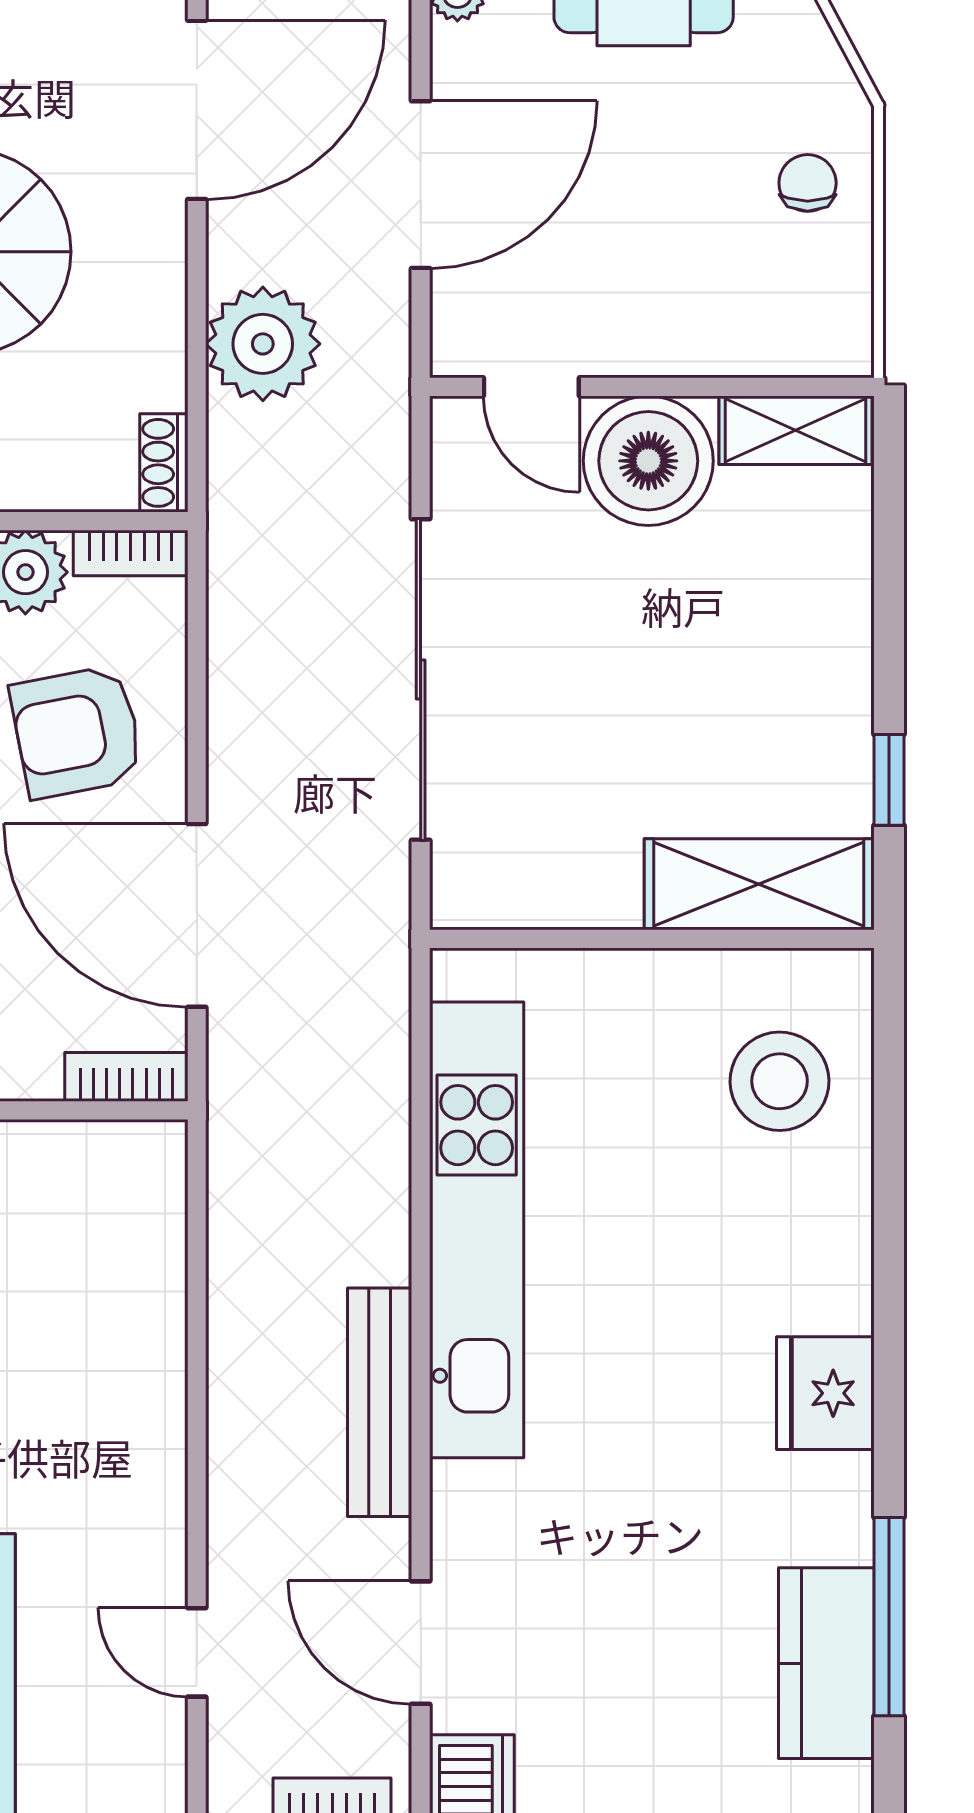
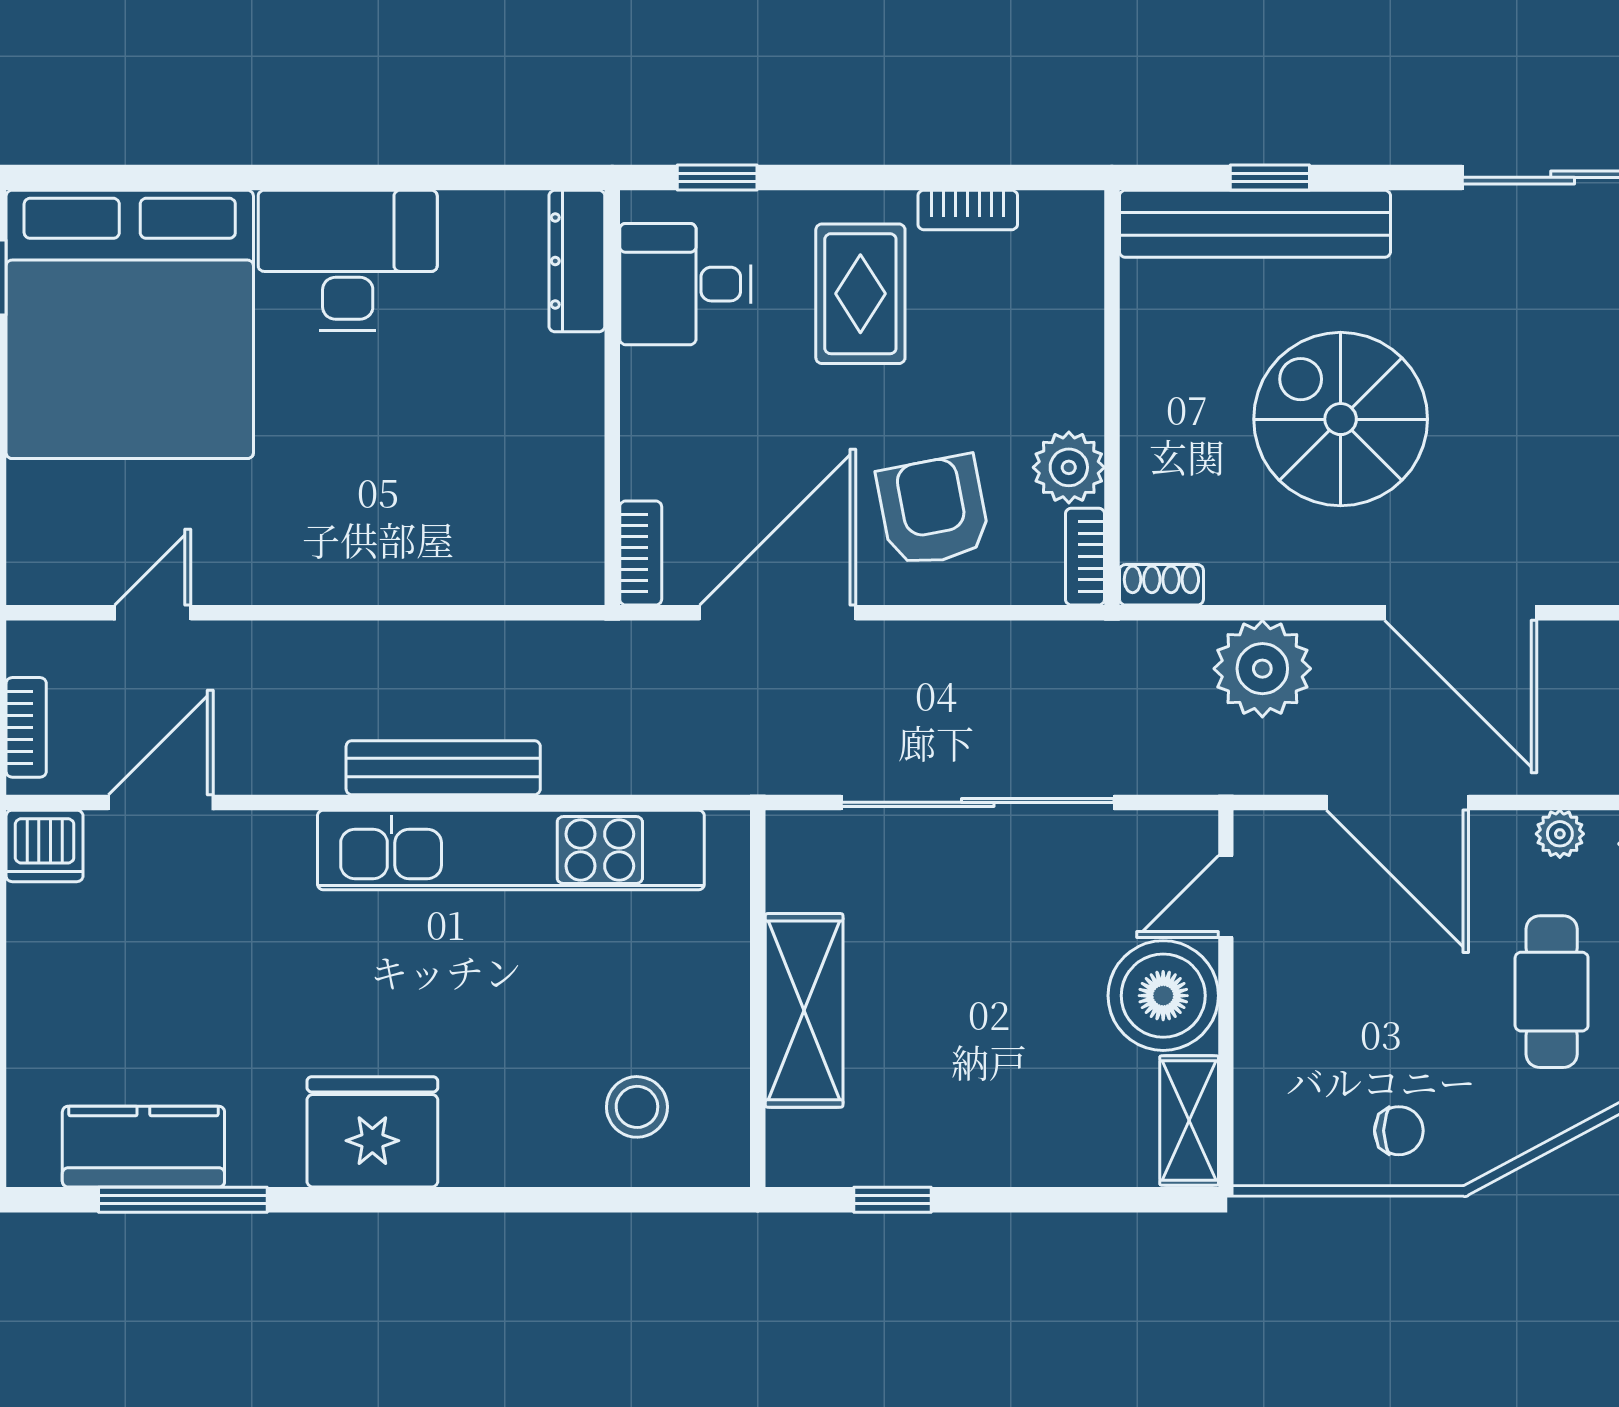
shelving: (759, 884) -> (804, 1010), moved
stool: (780, 1081) -> (637, 1107), width x0.73, depth x0.73
fridge: (825, 1393) -> (372, 1132), width x1.36, depth x1.34
bench: (380, 1402) -> (443, 768), moved

